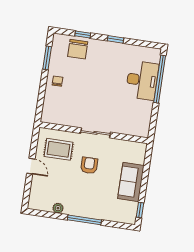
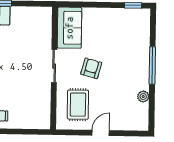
armchair: (89, 165) -> (91, 68), turned 105
sofa: (131, 182) -> (69, 28), moved, turned -90

